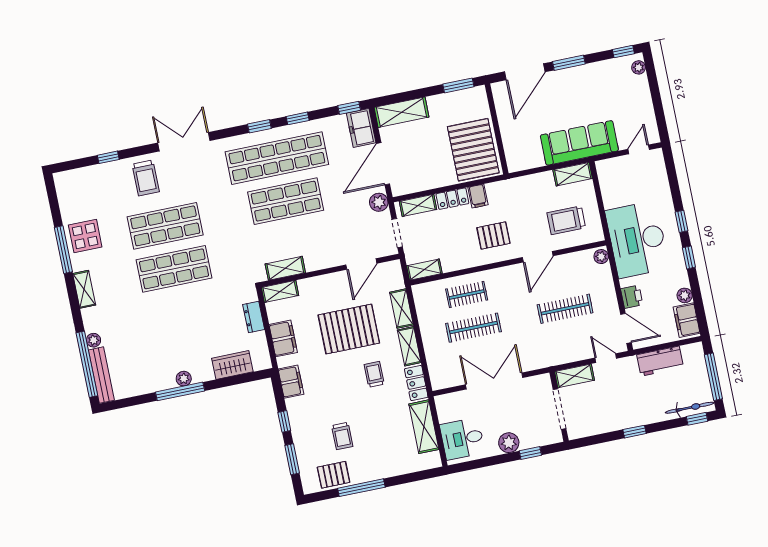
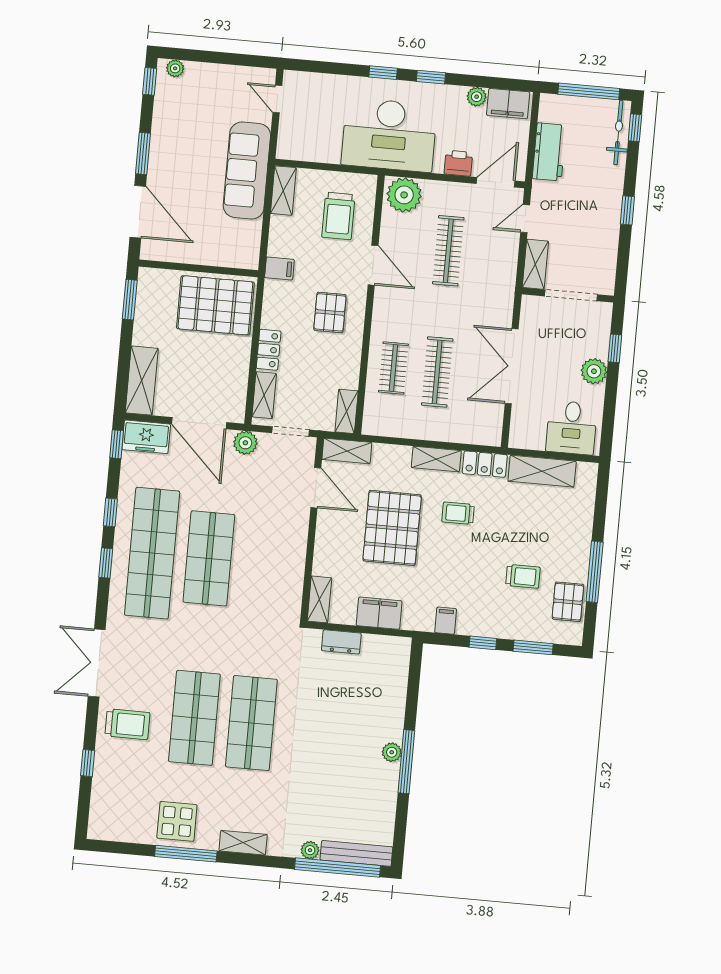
filing cabinet: (478, 196) -> (279, 269), moved
plant: (601, 257) -> (404, 195), width x1.88, depth x1.88
shelving: (285, 268) -> (293, 584), removed
shelving: (401, 309) -> (347, 451), moved
wardrobe: (232, 365) -> (393, 686), removed
filing cabinet: (291, 382) -> (446, 621), width x0.50

